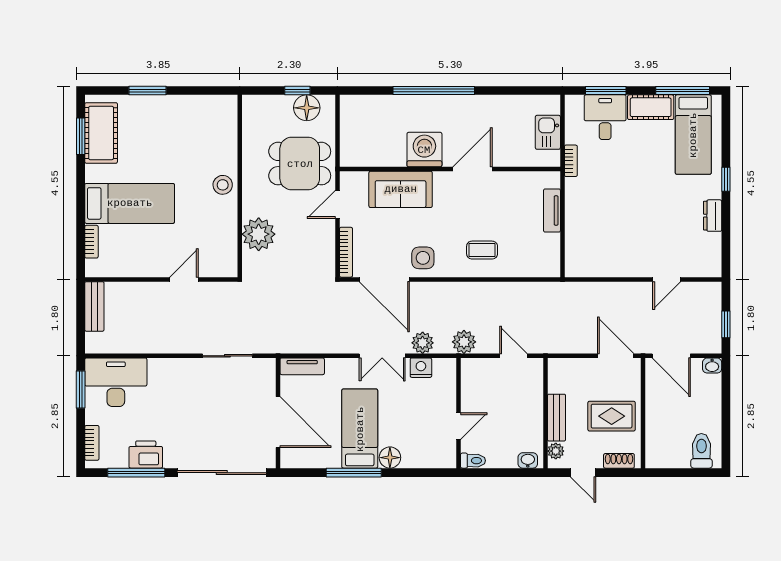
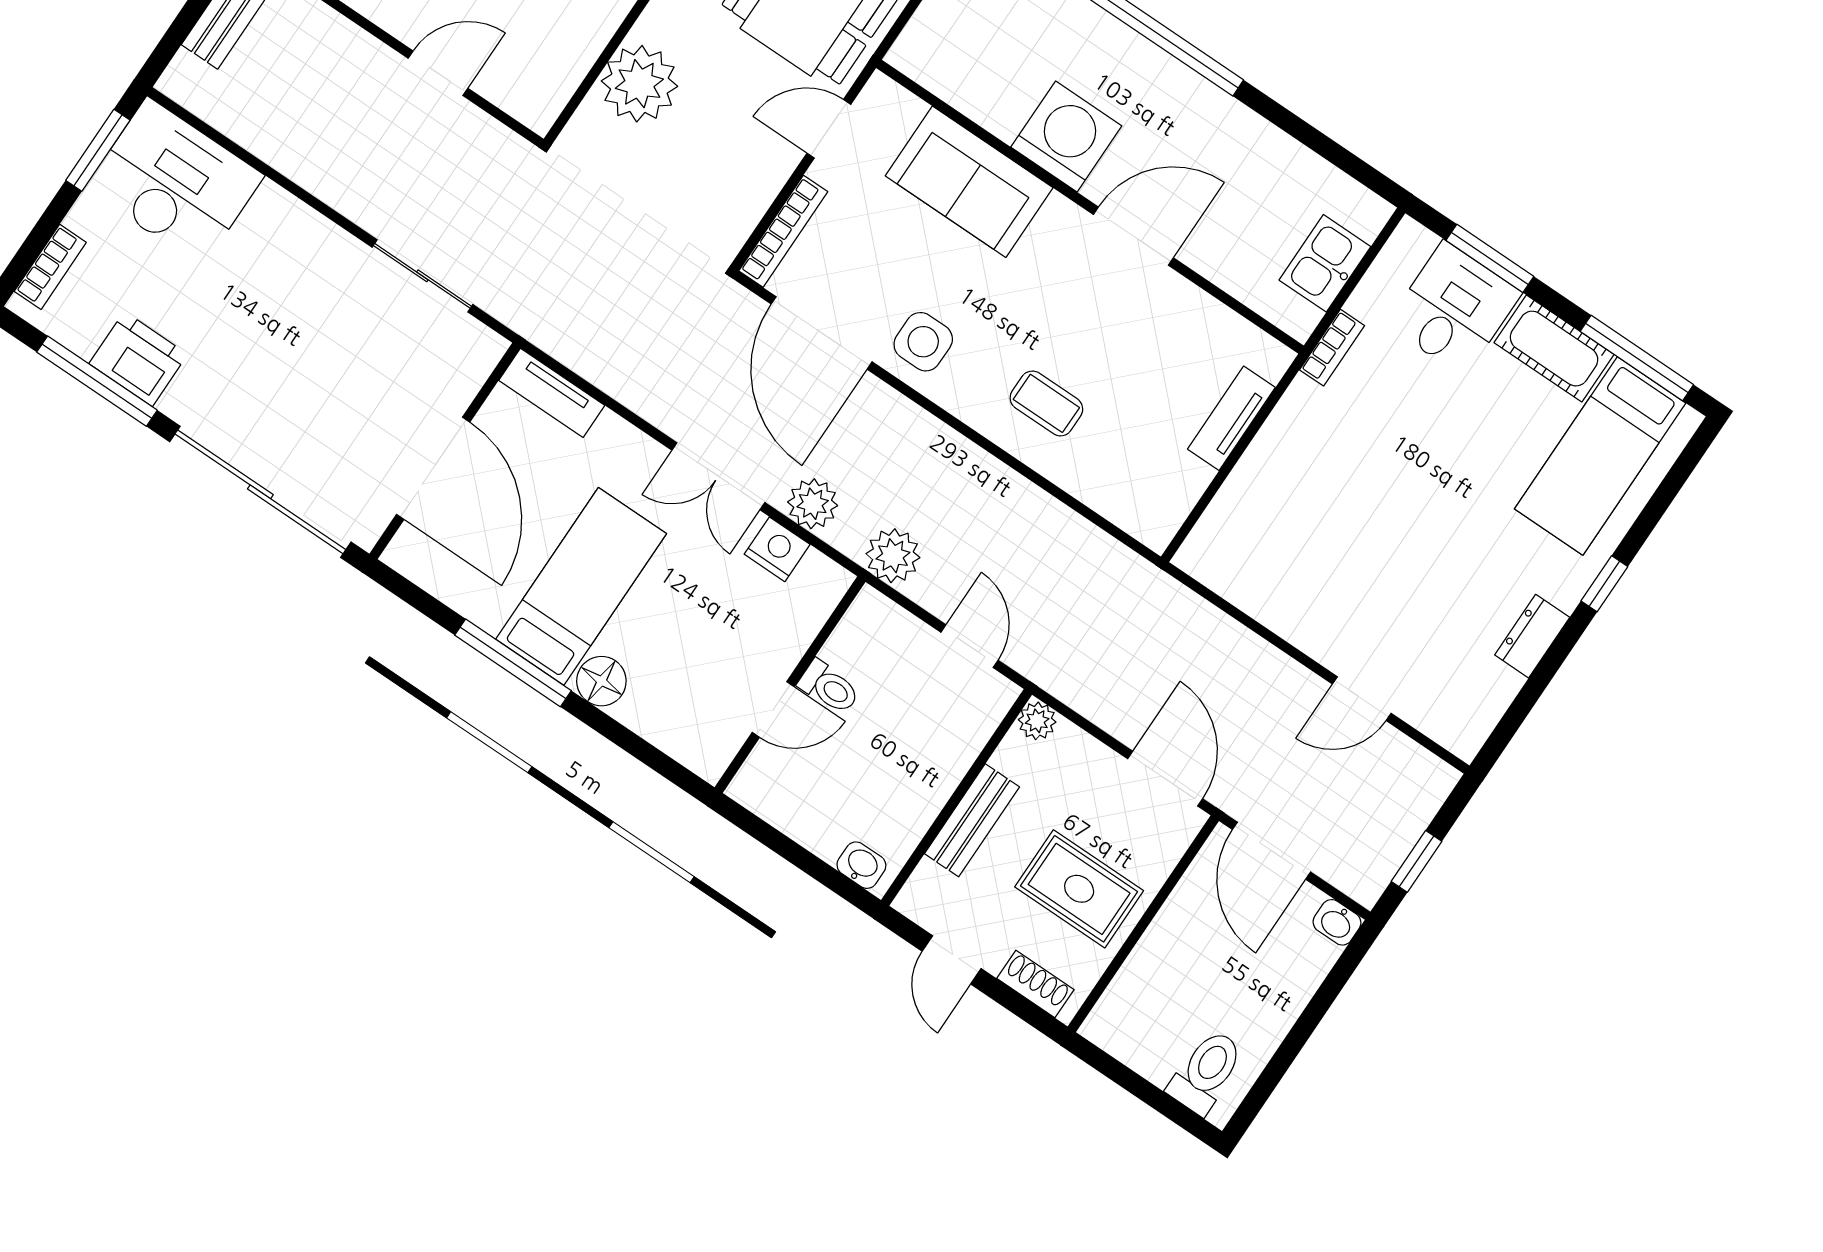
plant: (556, 451) -> (1037, 721), moved
toilet: (473, 461) -> (829, 687), moved

